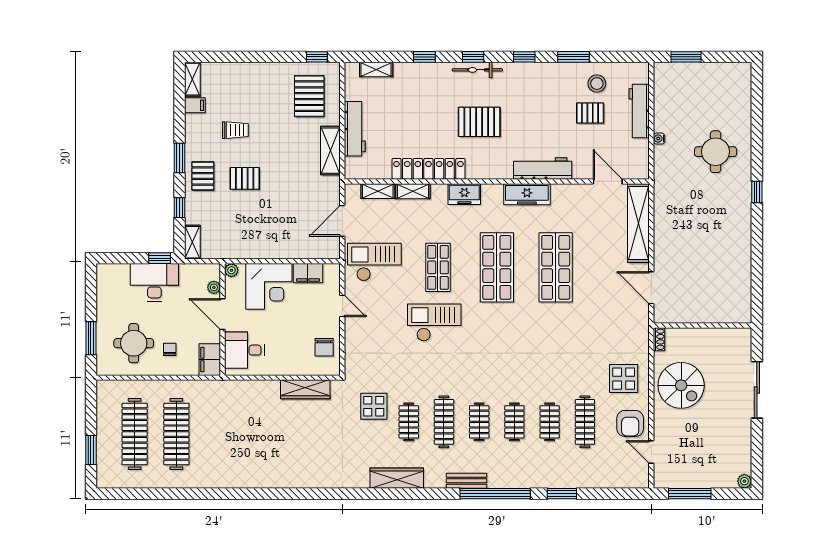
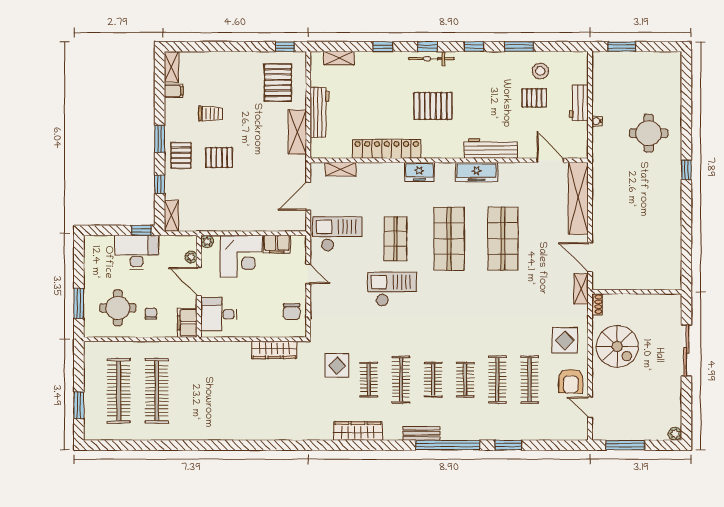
workbench: (639, 111) -> (579, 103), width x0.73
shelving: (413, 191) -> (581, 289), moved, turned 90
clothes rail: (550, 422) -> (497, 380), width x1.36

